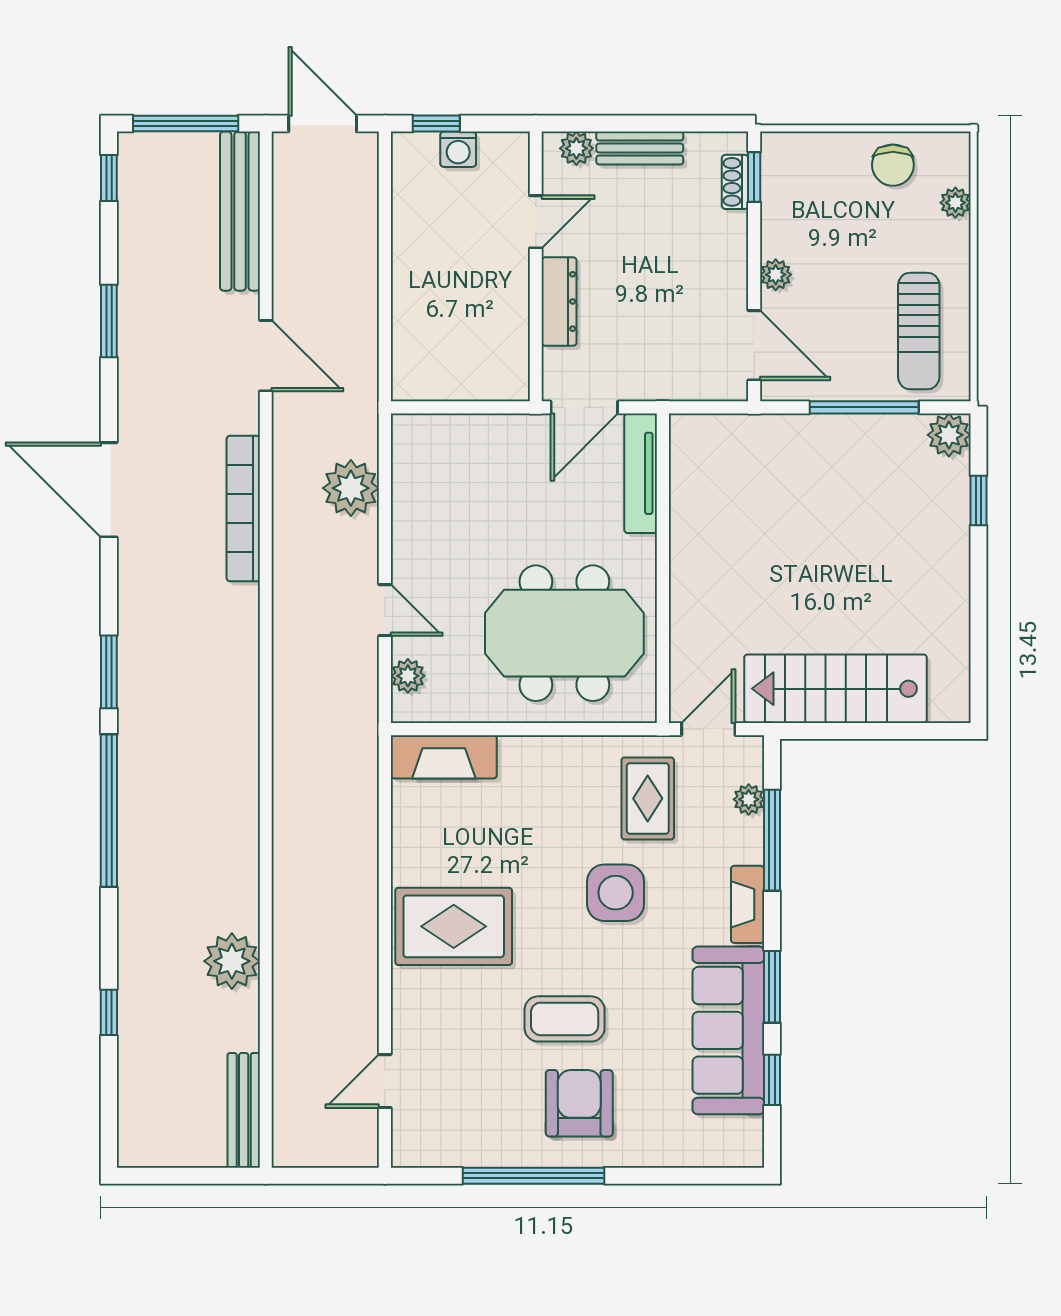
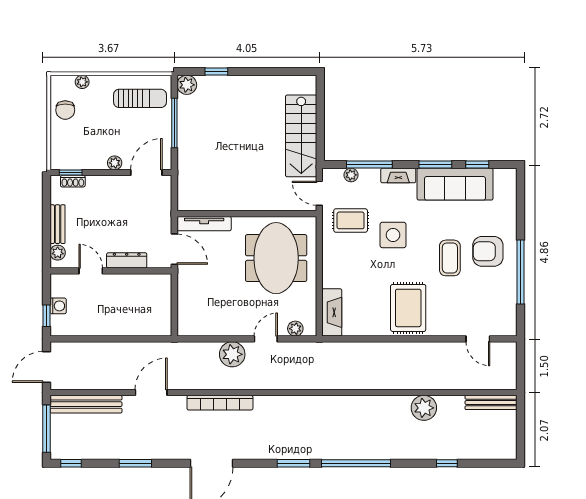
chair: (893, 165) -> (65, 110), turned 90
plant: (351, 488) -> (232, 354), moved

